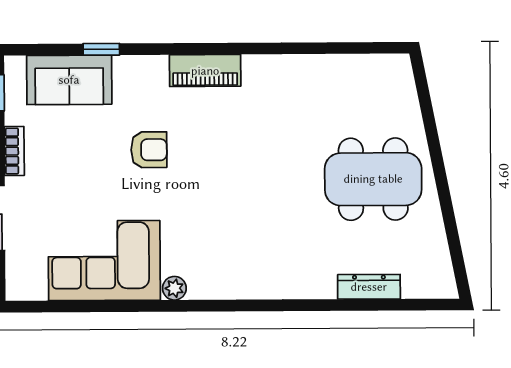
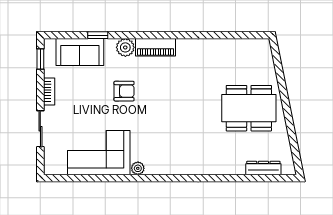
plant: (151, 71) -> (125, 47), added
dresser: (369, 287) -> (263, 168), moved

